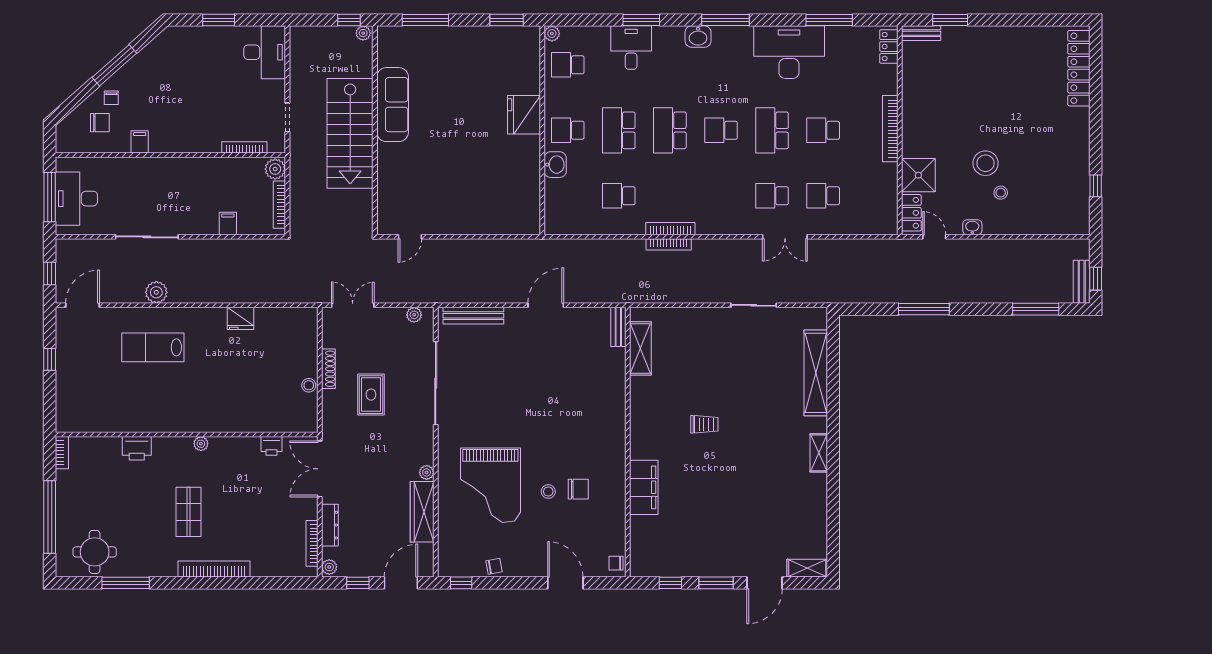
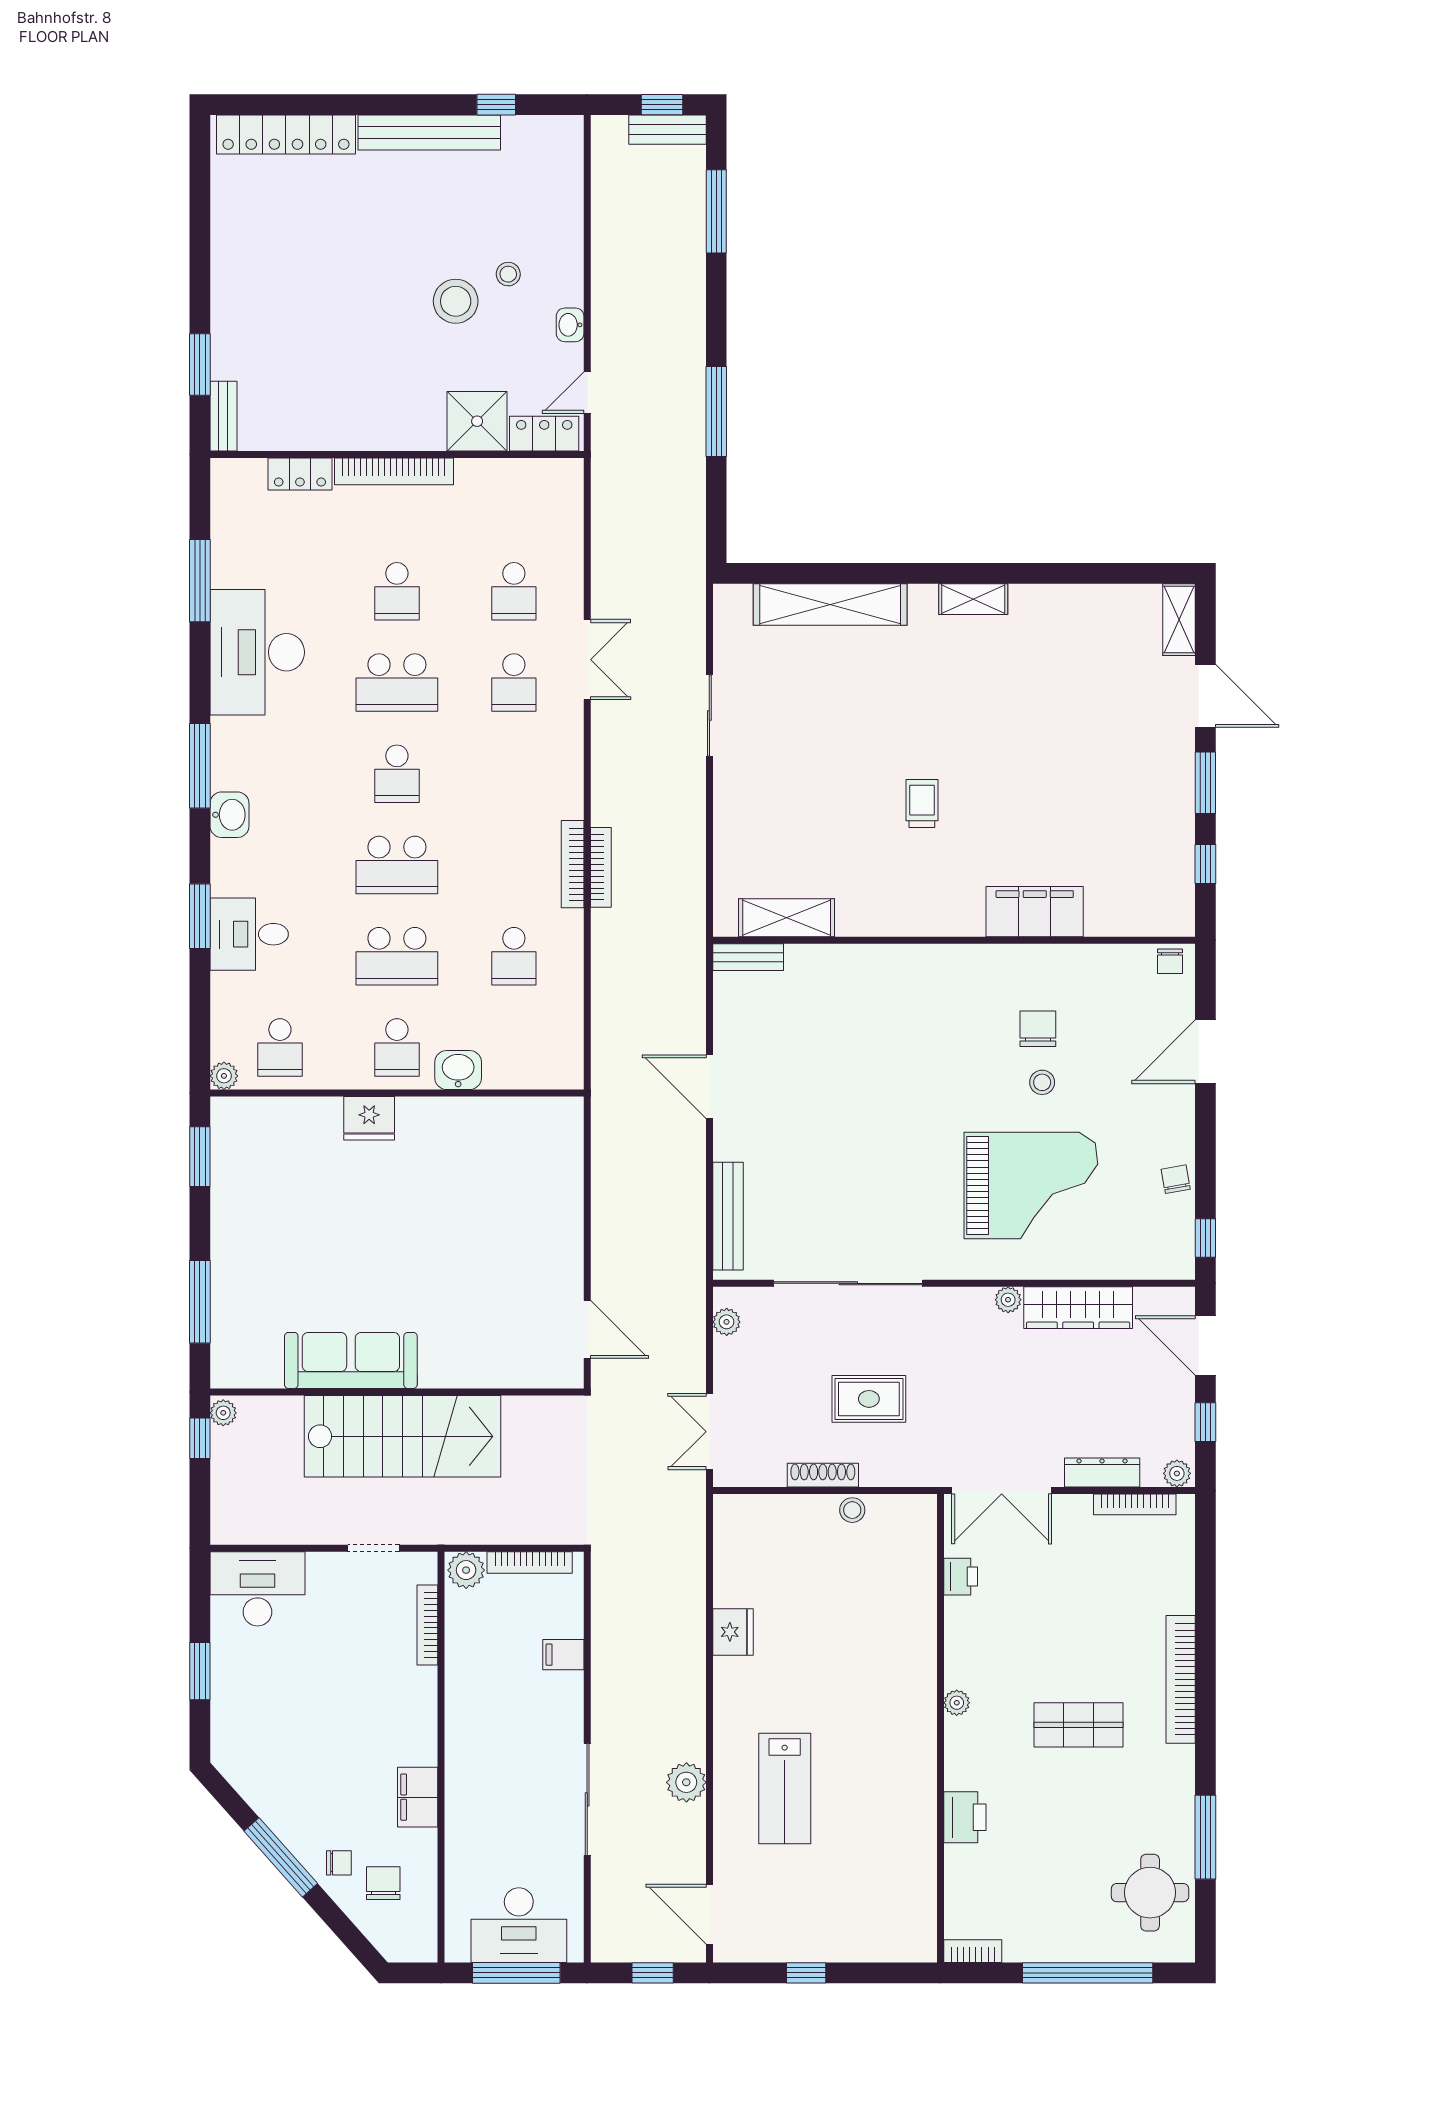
locker: (889, 47) -> (300, 474), moved
fridge: (524, 115) -> (369, 1118), width x0.73, depth x0.75
filing cabinet: (140, 142) -> (418, 1797), width x2.00
bench: (1080, 148) -> (429, 132), added
door: (410, 237) -> (587, 1329), width x1.38

